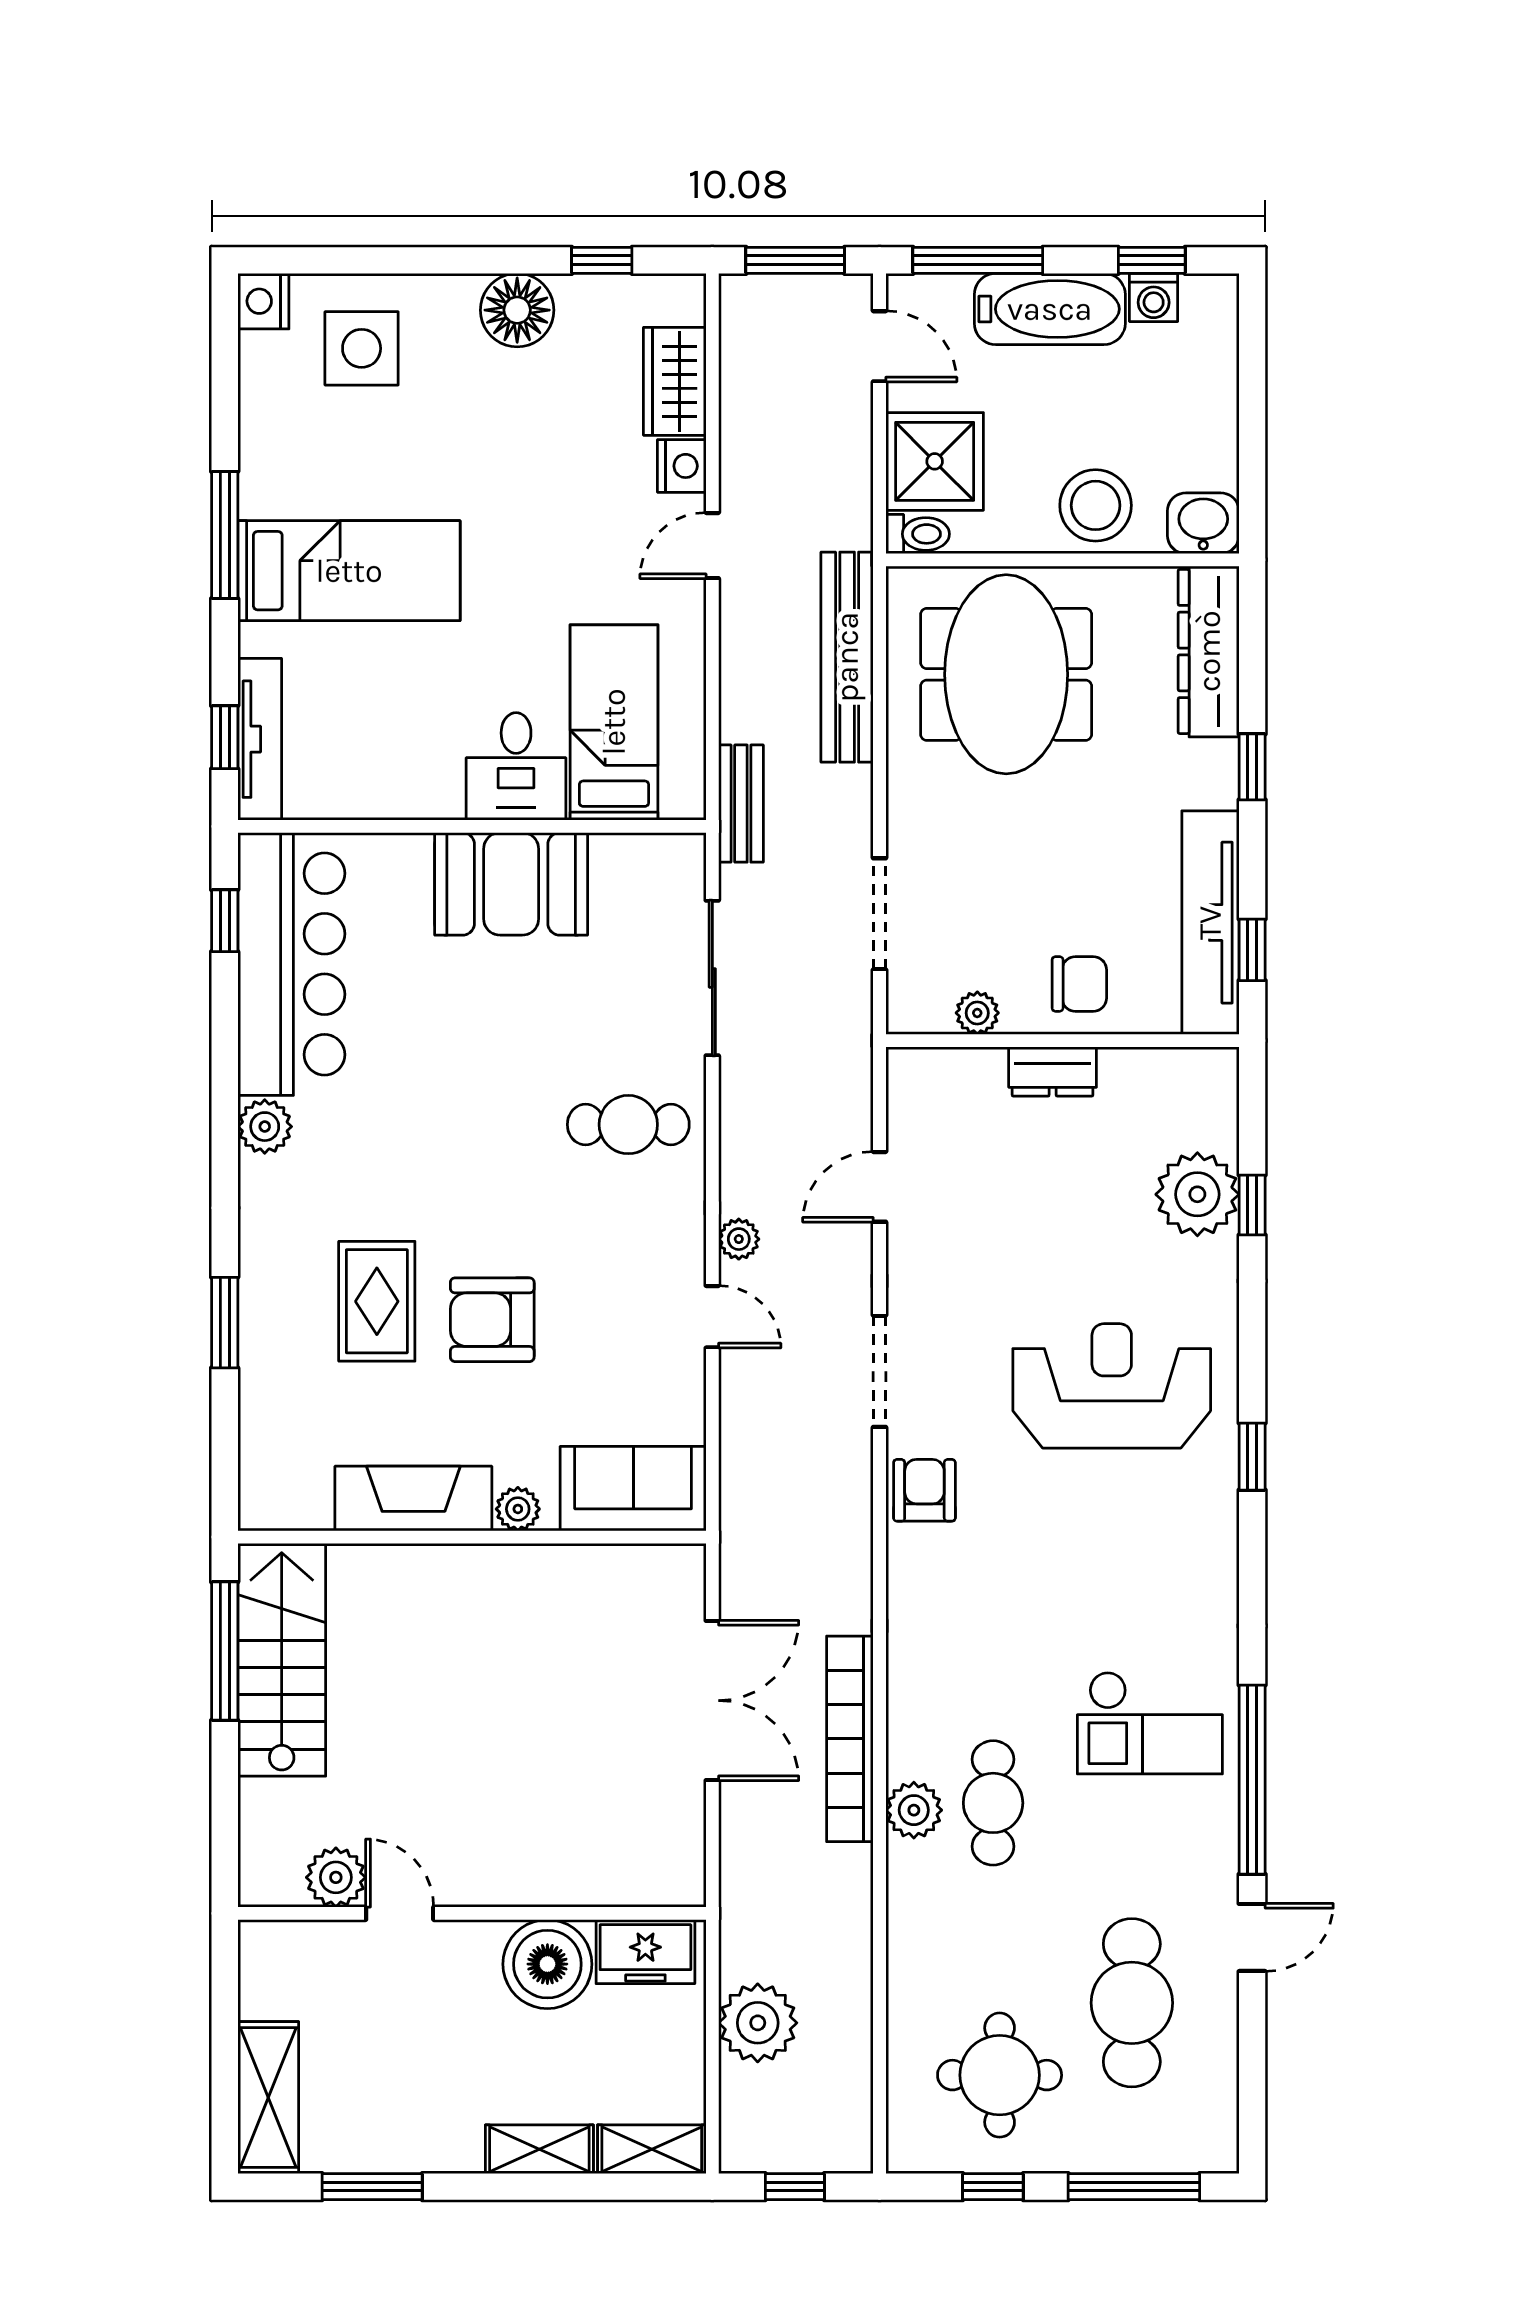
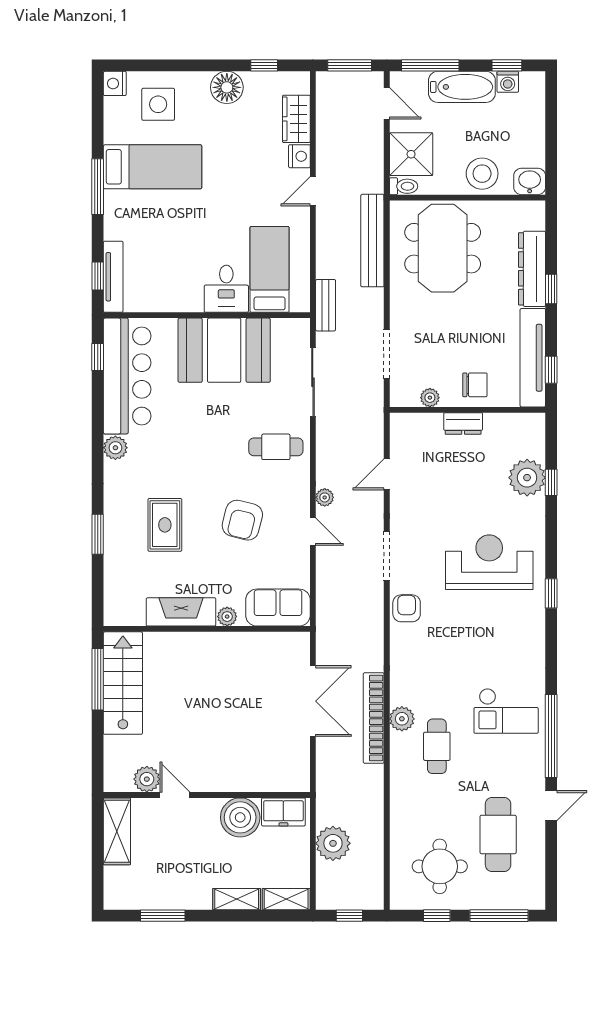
bed: (349, 571) -> (153, 167), moved
dresser: (1209, 651) -> (532, 269), moved
booth: (511, 884) -> (224, 350), width x1.36, depth x1.42
armchair: (492, 1320) -> (242, 520), moved, turned -76
plant: (914, 1810) -> (402, 719), moved
shelving: (268, 2098) -> (117, 831), moved

